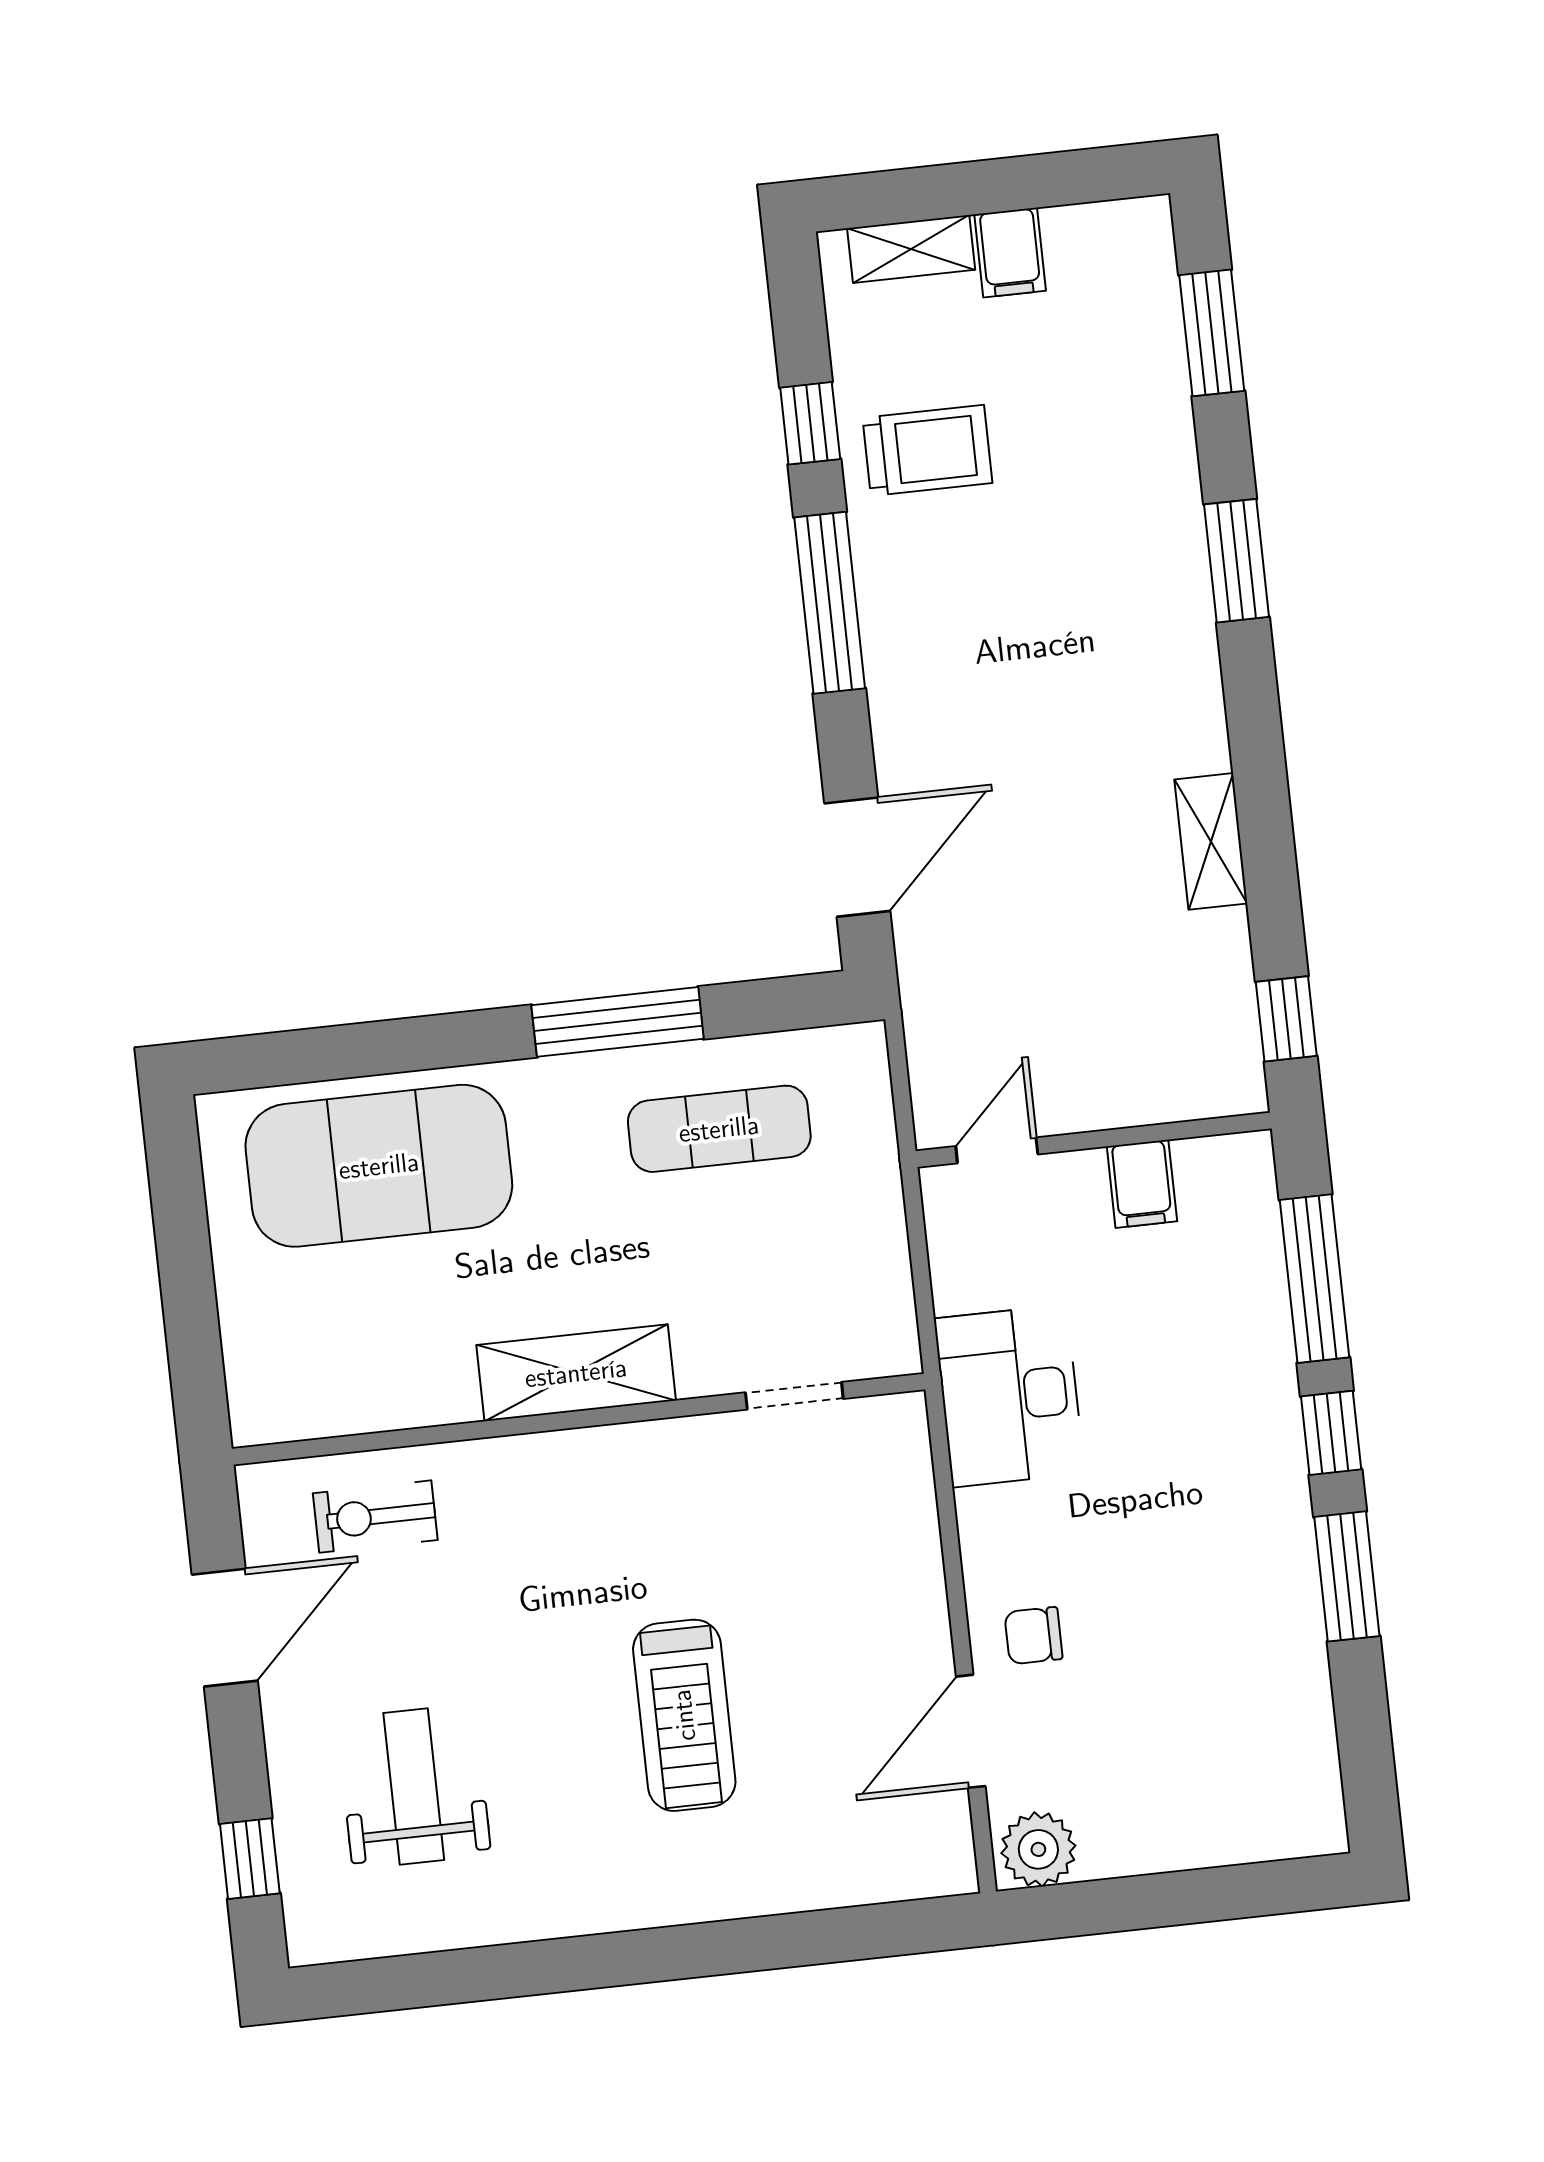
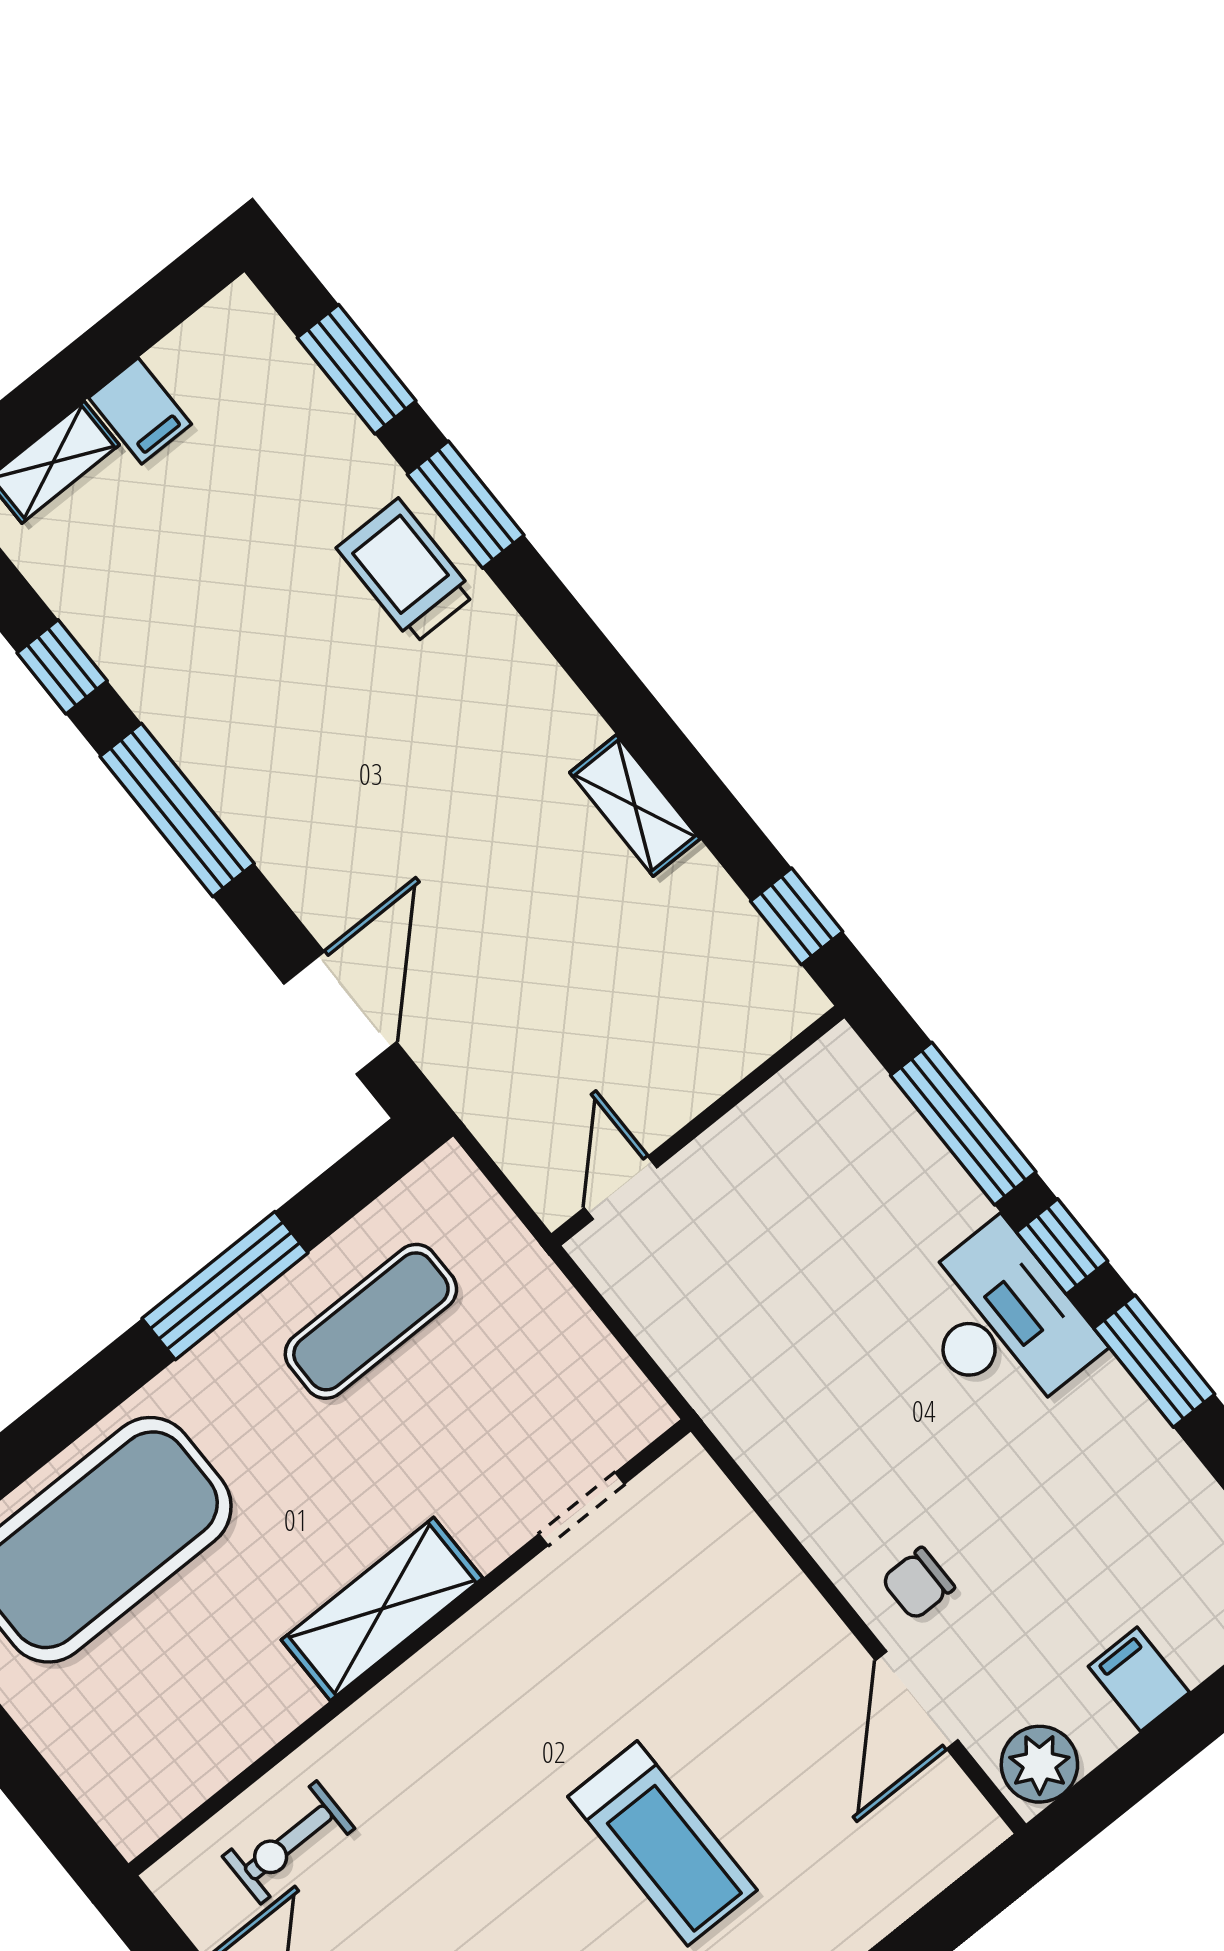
trolley: (927, 450) -> (406, 571), moved, turned -90
window: (1236, 561) -> (466, 505), moved
filing cabinet: (1142, 1184) -> (1139, 1679), moved, turned 180
desk: (1009, 1396) -> (1002, 1323), moved, turned 180

